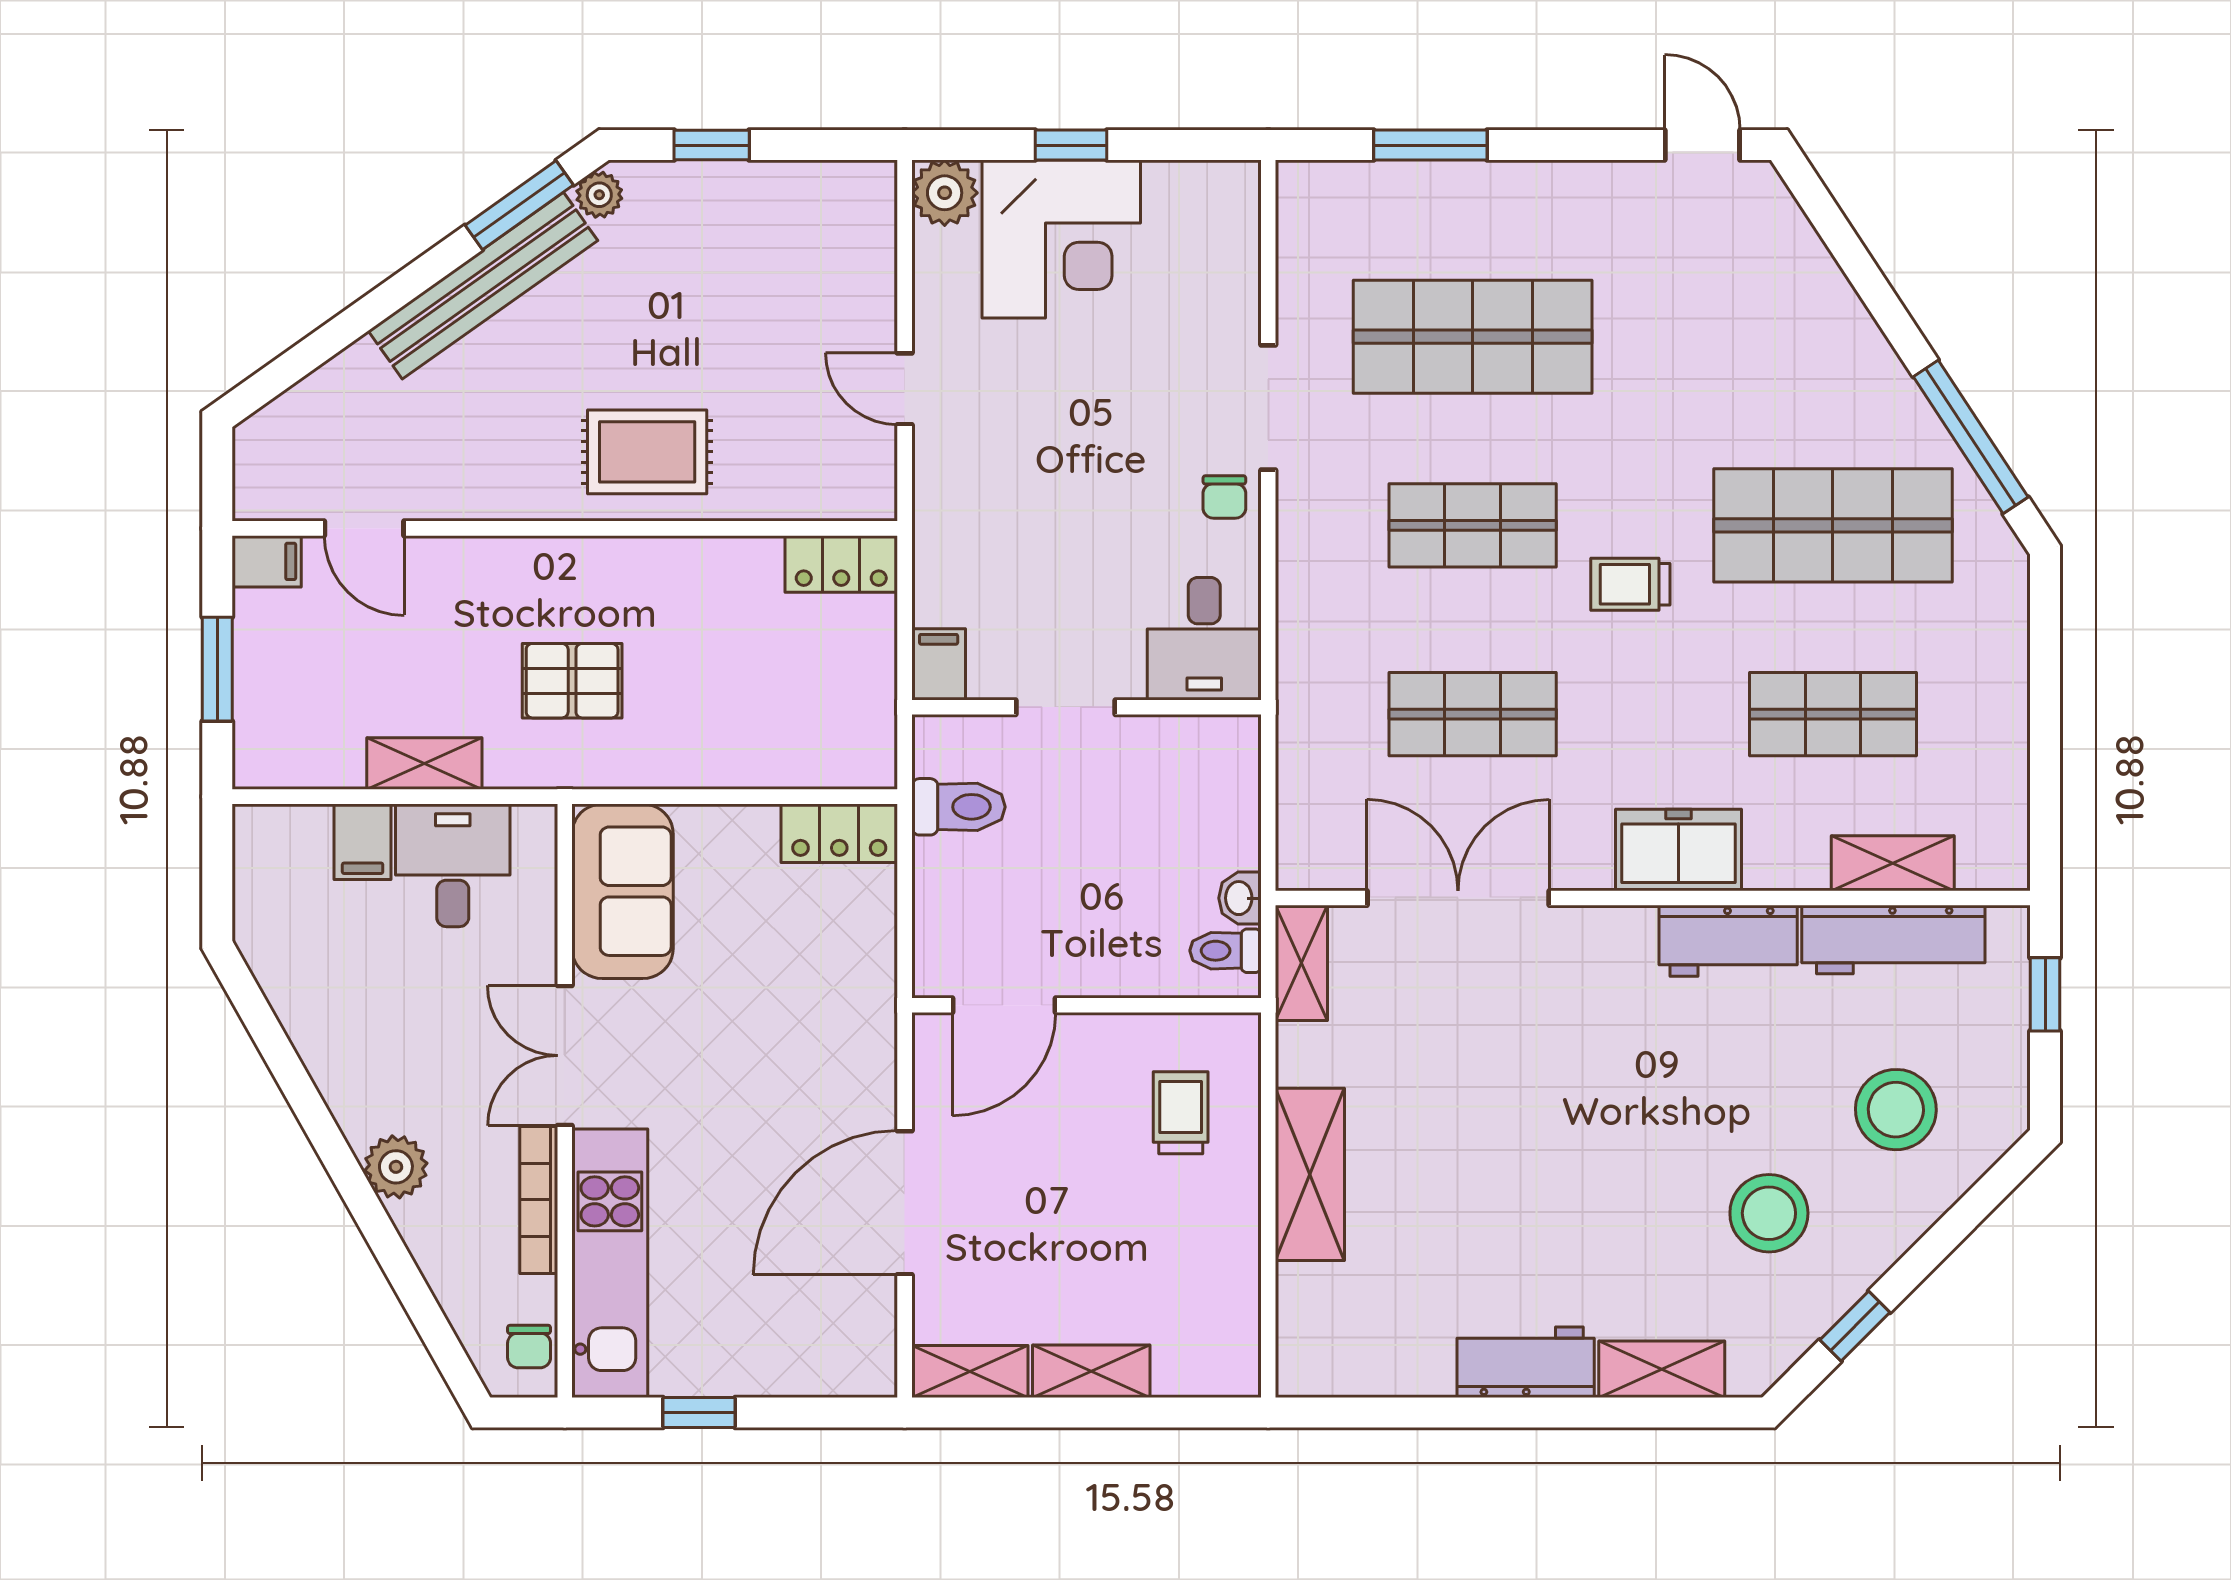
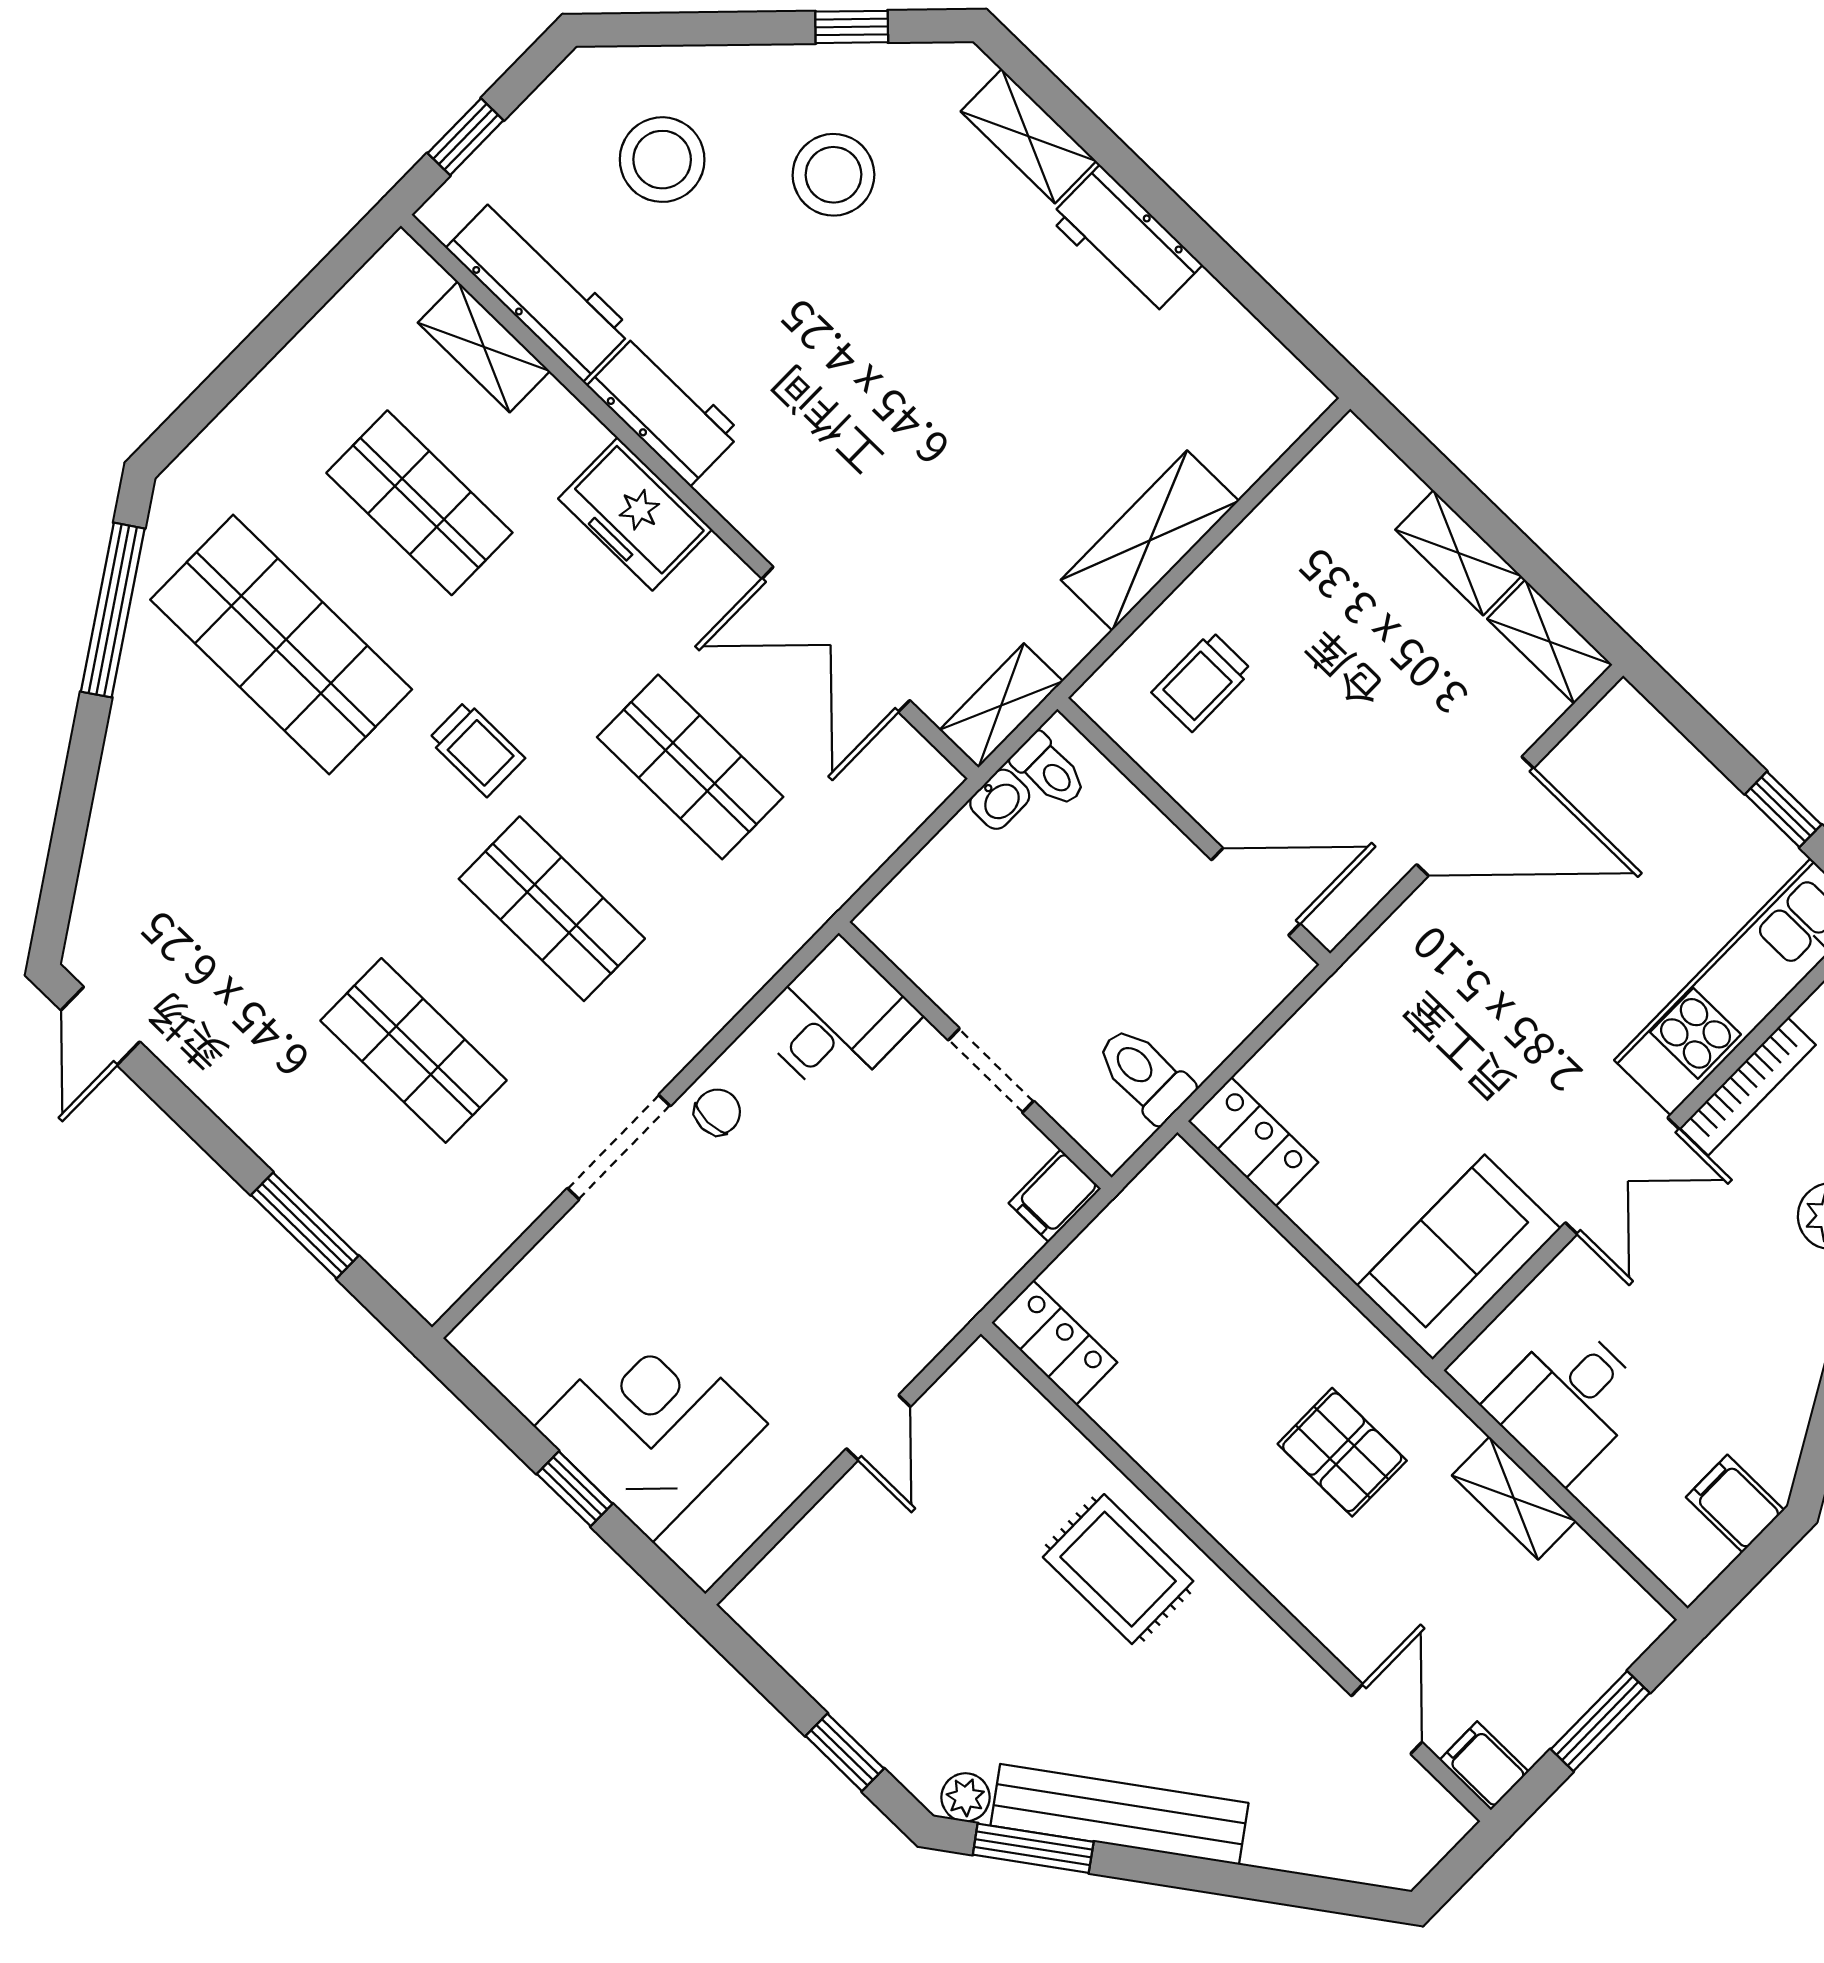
plant: (945, 193) -> (705, 1546), removed
shop shelf: (1473, 337) -> (413, 1050), width x0.70, depth x0.74
filing cabinet: (363, 842) -> (1735, 1504), moved, turned -90

